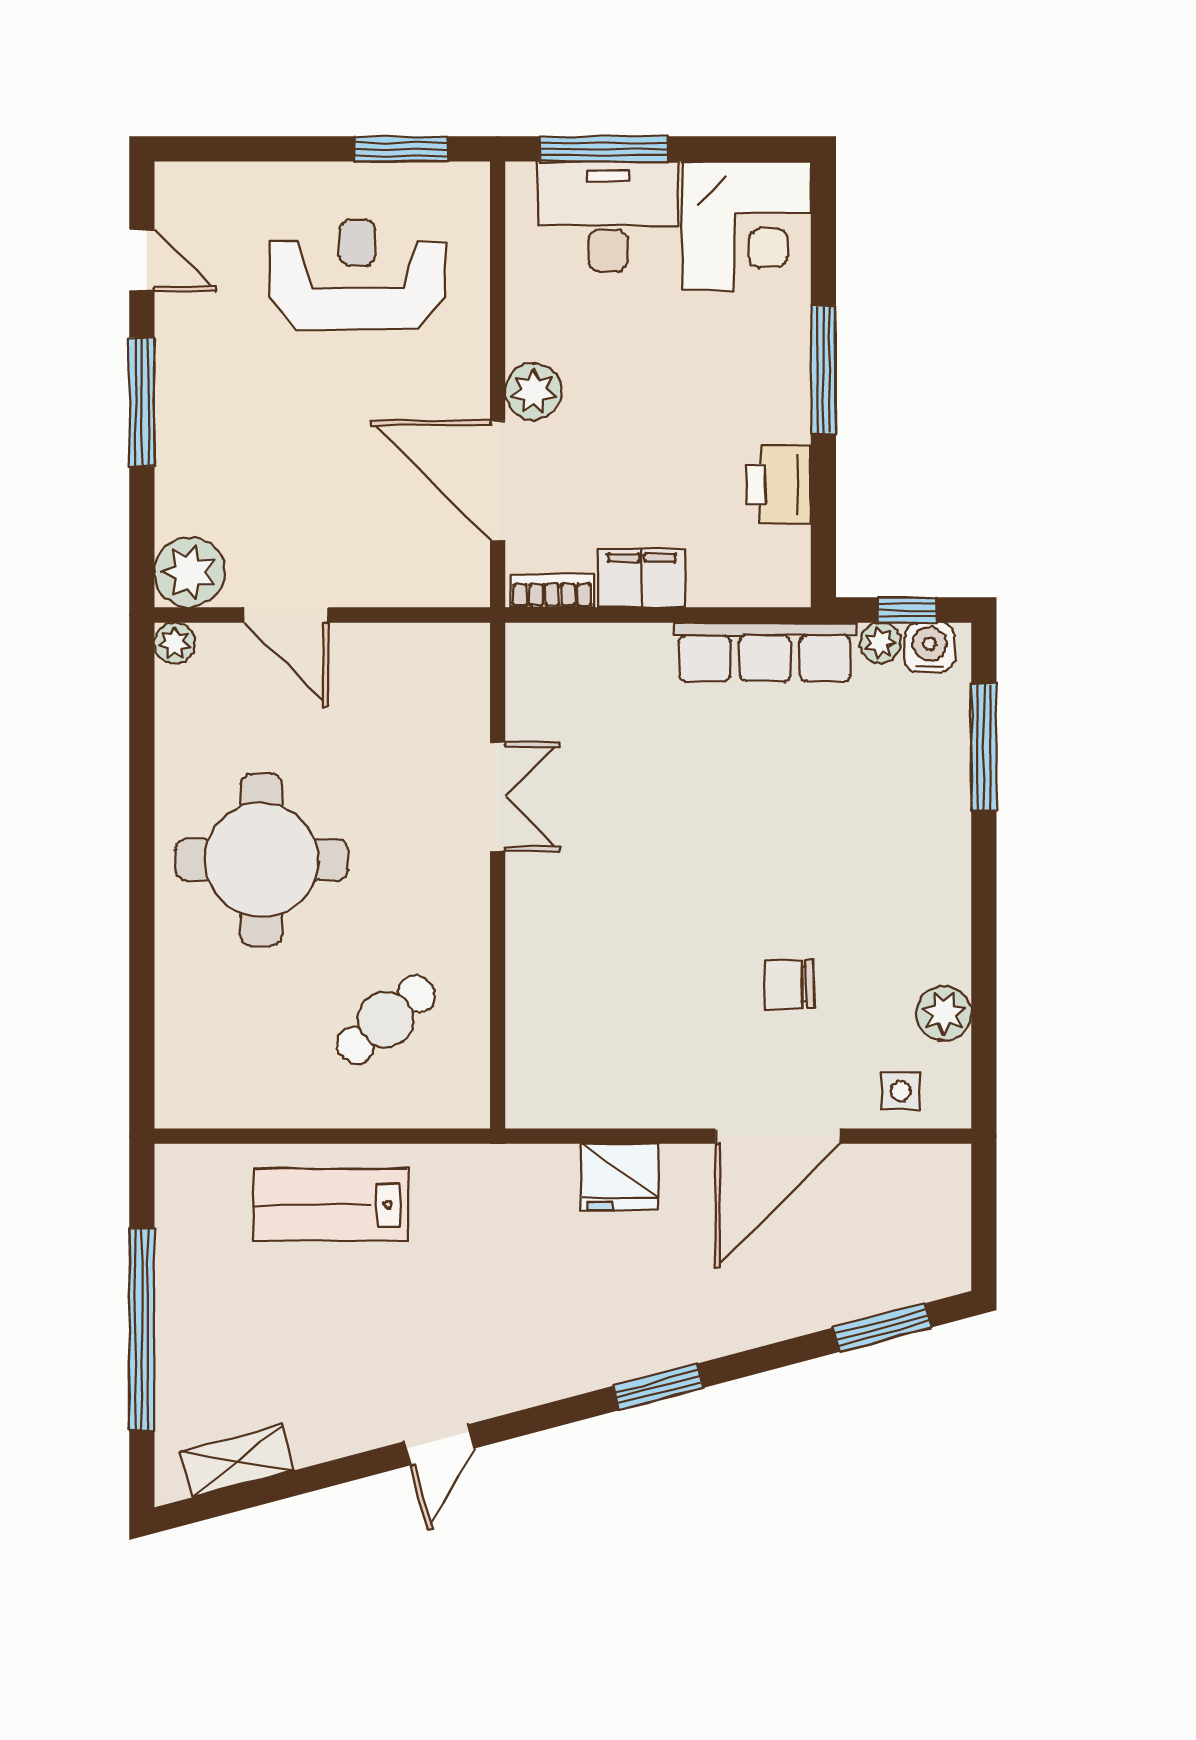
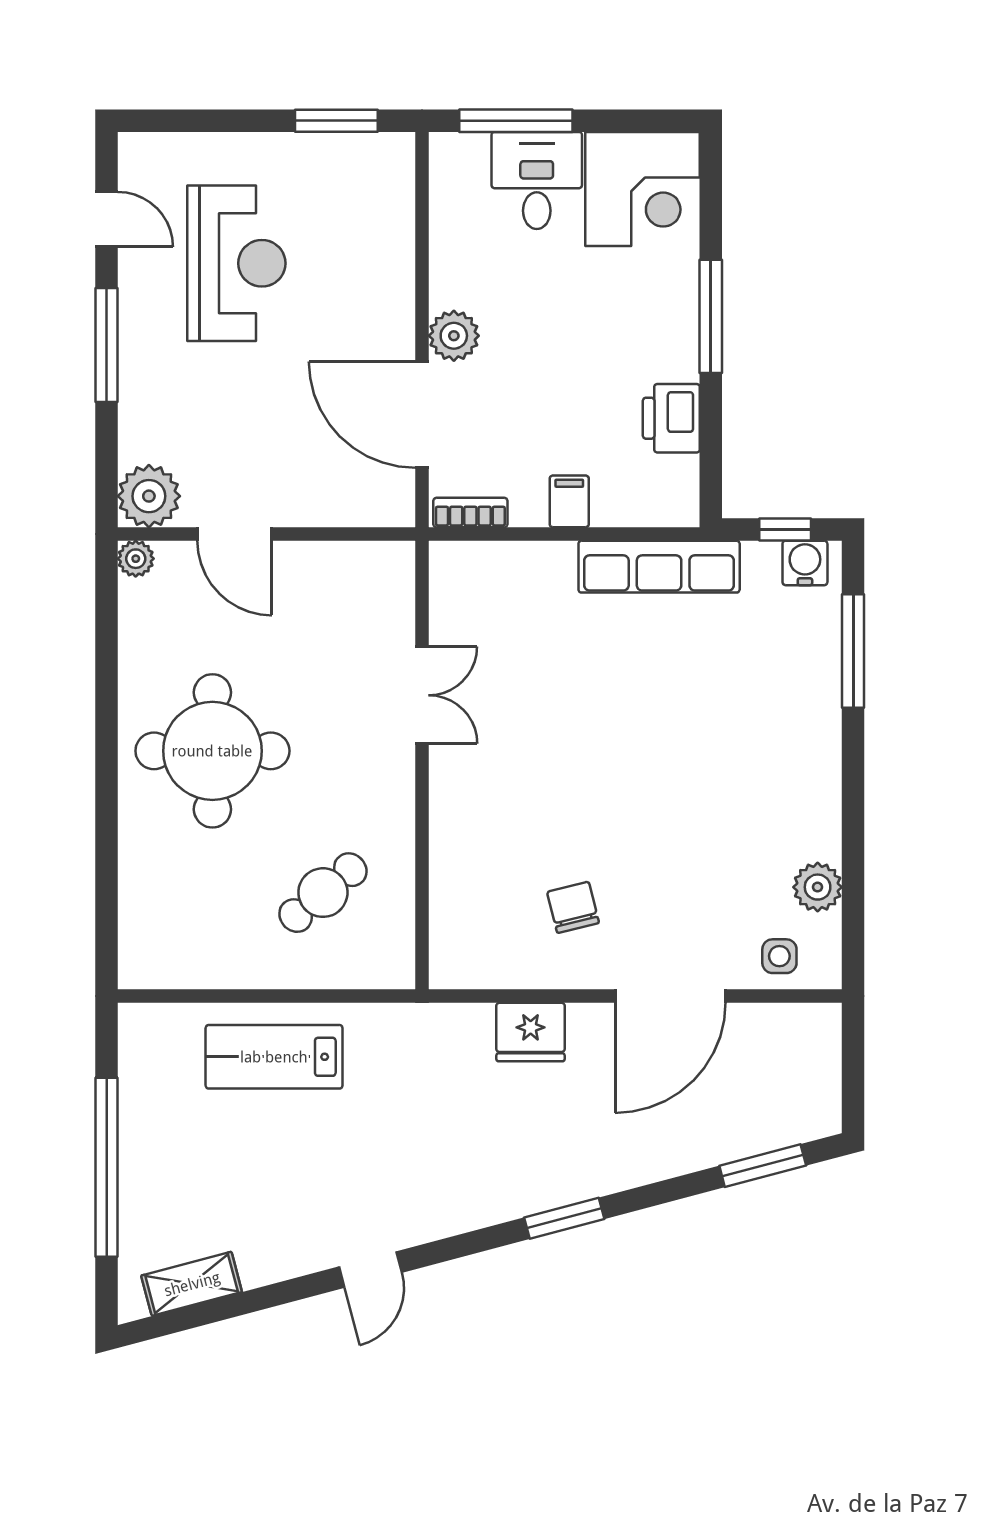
desk: (608, 216) -> (537, 181), width x0.73
reception desk: (357, 275) -> (236, 263), moved, turned 90
filing cabinet: (642, 578) -> (569, 501), width x0.50
plant: (880, 643) -> (761, 559), removed
chair: (789, 984) -> (573, 907), moved, turned 77

